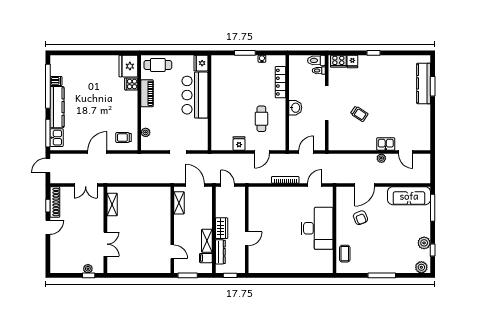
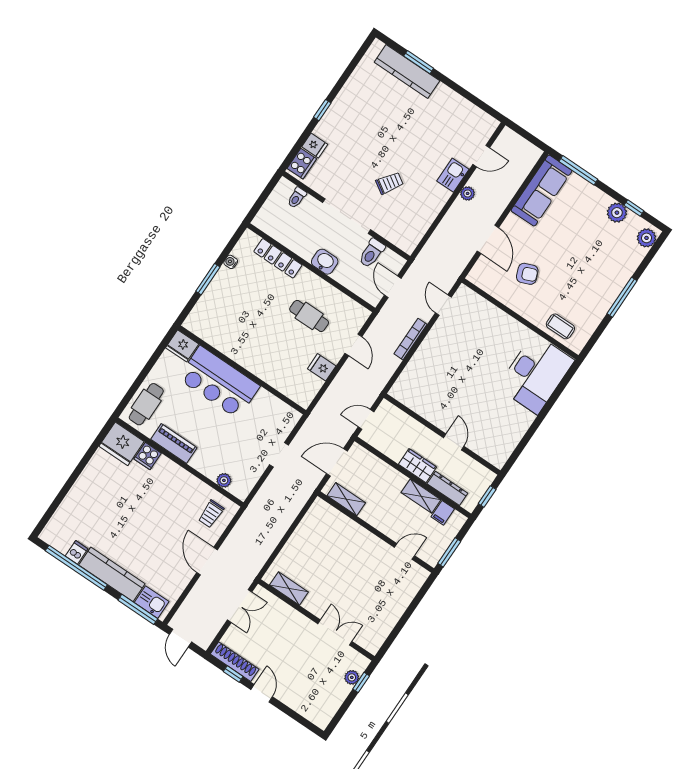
toilet: (316, 60) -> (372, 253), moved
desk: (317, 228) -> (536, 374), moved, turned 90

